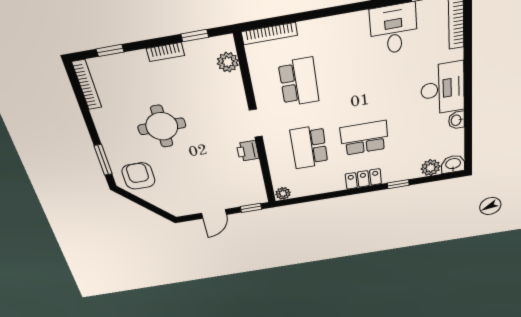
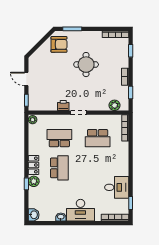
plant: (431, 168) -> (34, 181), moved

